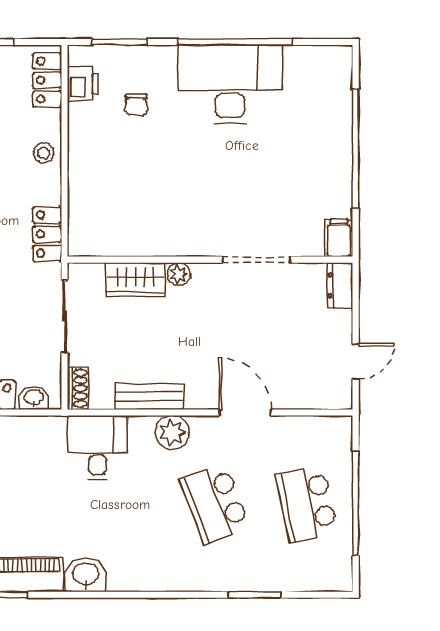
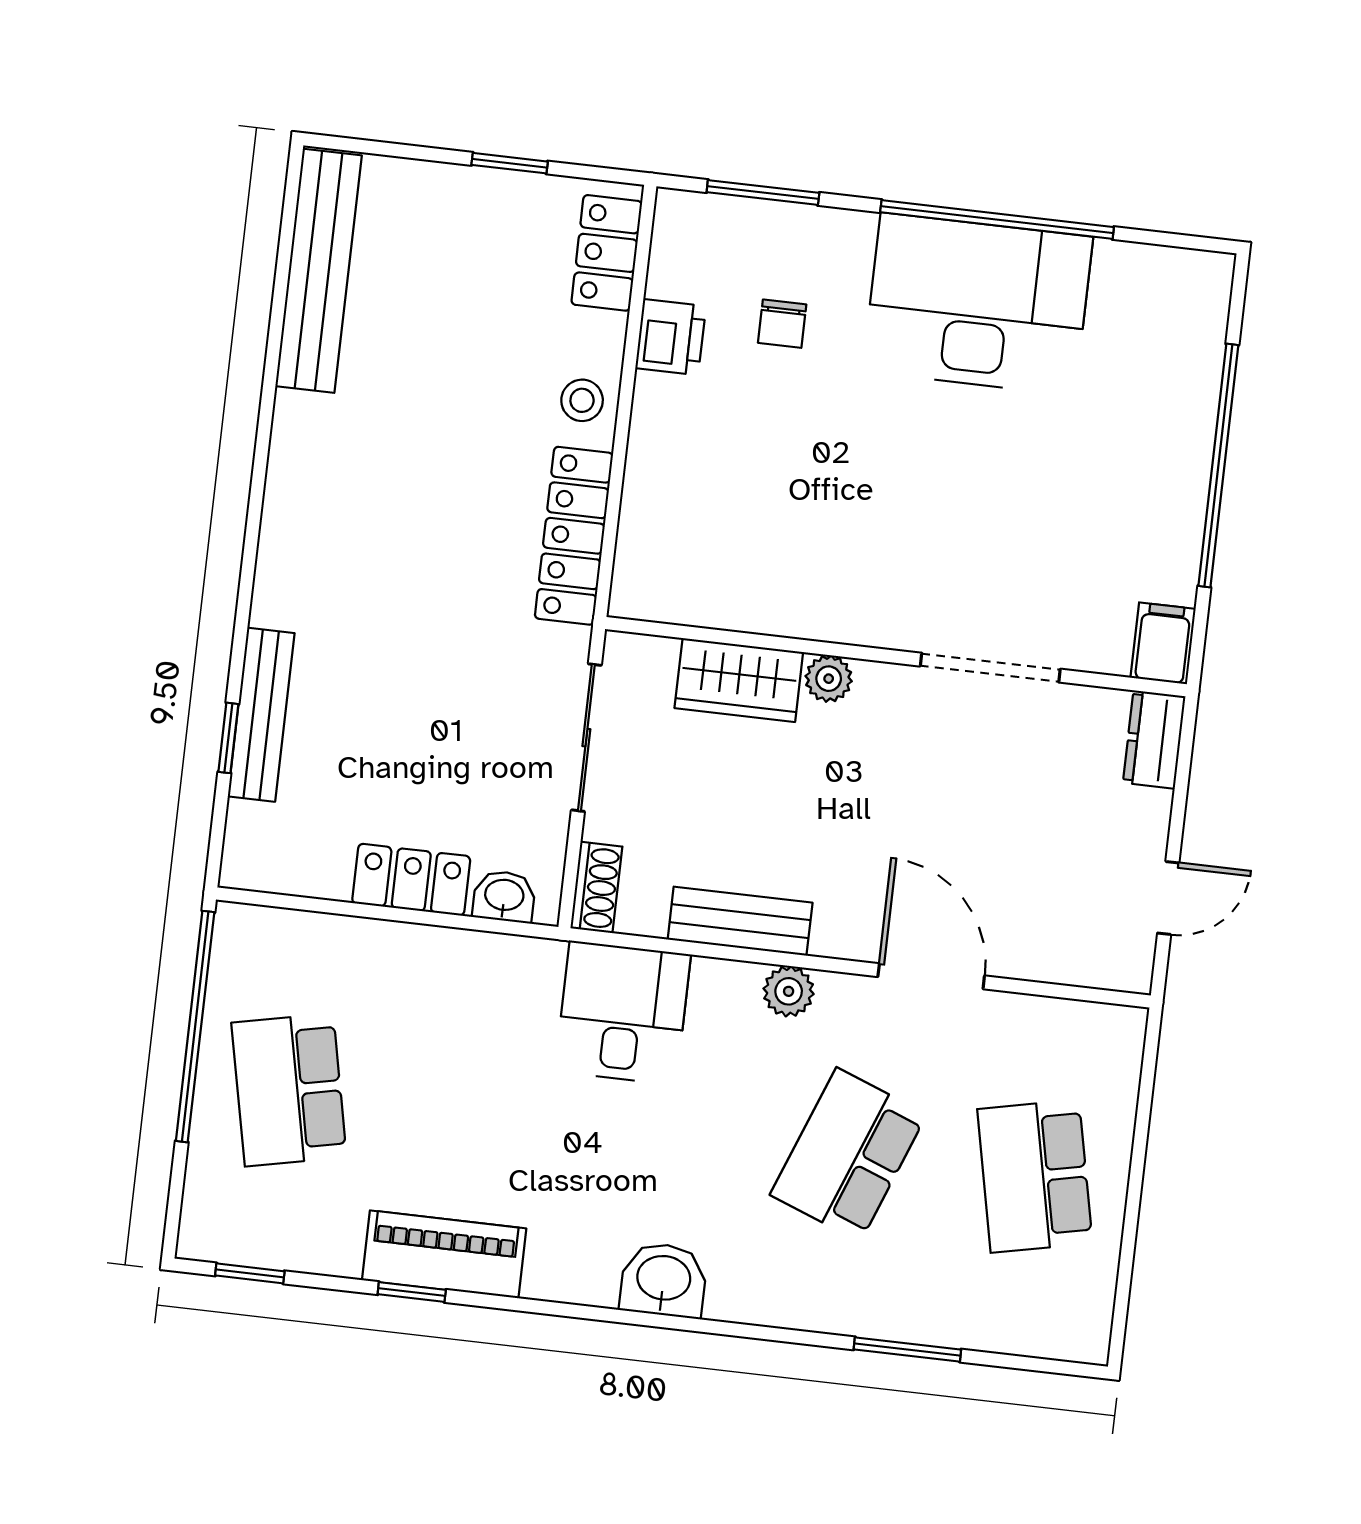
printer: (83, 84) -> (671, 337), moved
locker: (47, 234) -> (574, 536), width x1.53
plant: (172, 433) -> (789, 991), width x0.73, depth x0.73
window: (356, 503) -> (1135, 1187), removed
school desk: (215, 504) -> (848, 1155), turned 42
washbasin: (86, 575) -> (664, 1280), moved

